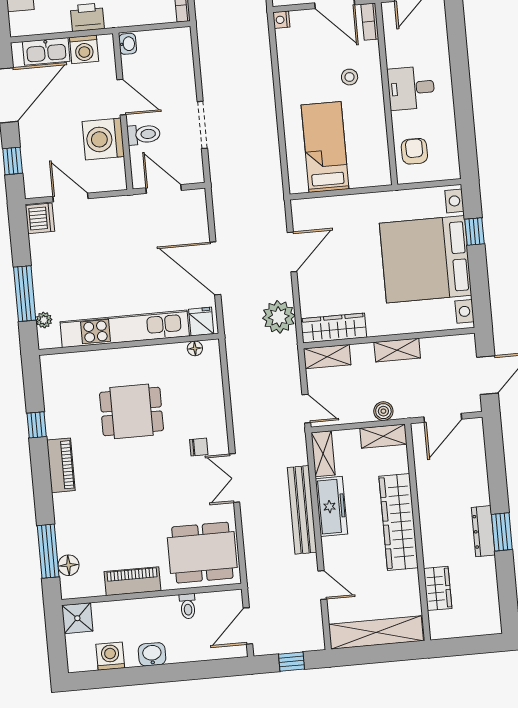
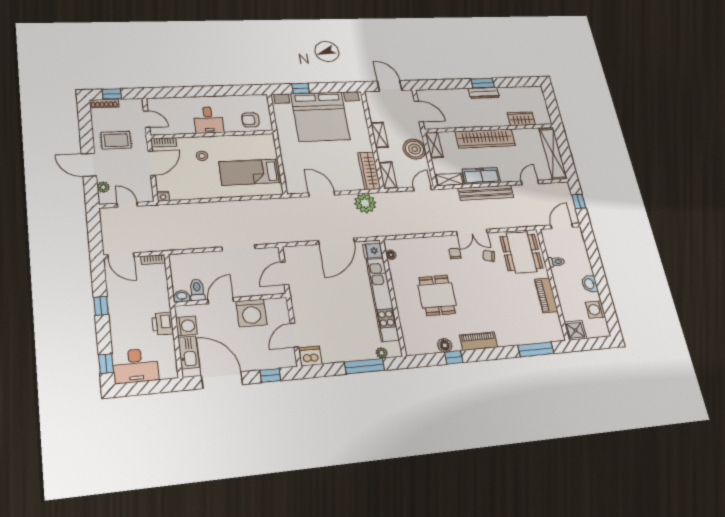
toilet: (144, 134) -> (197, 290), moved
boiler: (383, 411) -> (415, 149), width x1.86, depth x1.86
chair: (196, 500) -> (489, 256), added
floor lamp: (69, 565) -> (445, 345), moved
door: (248, 626) -> (562, 226), swing flipped

